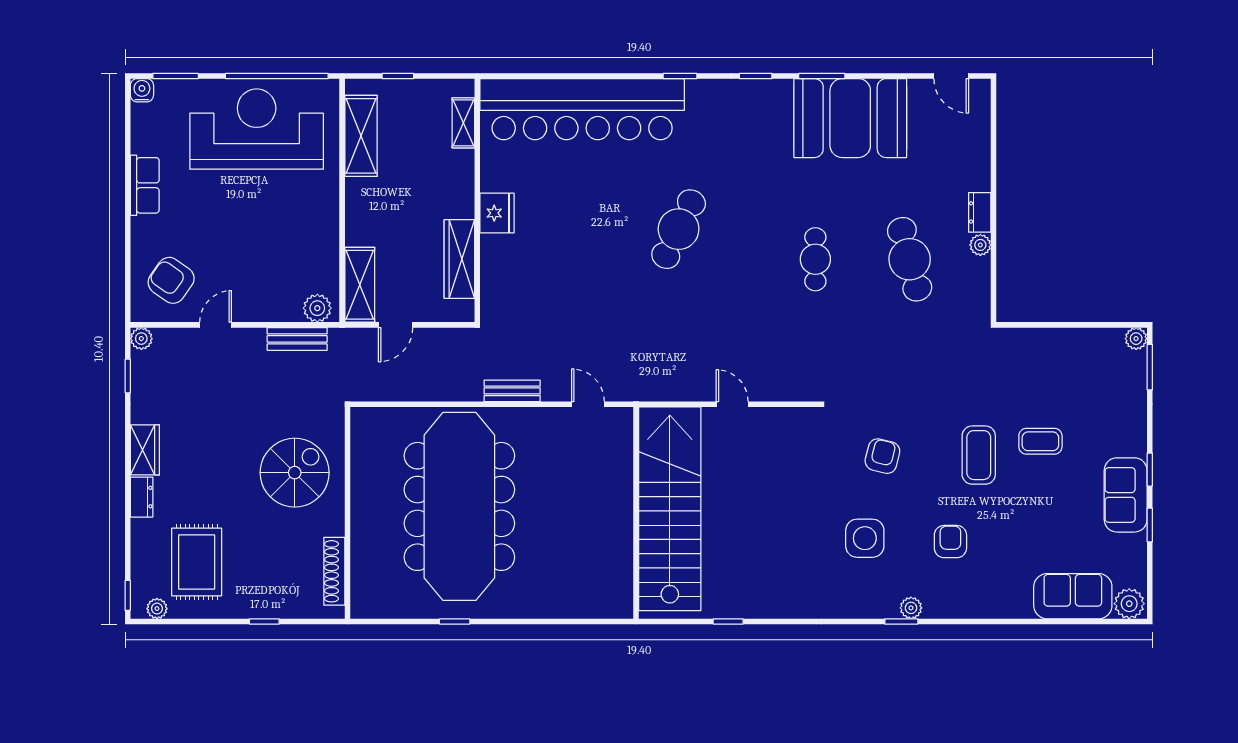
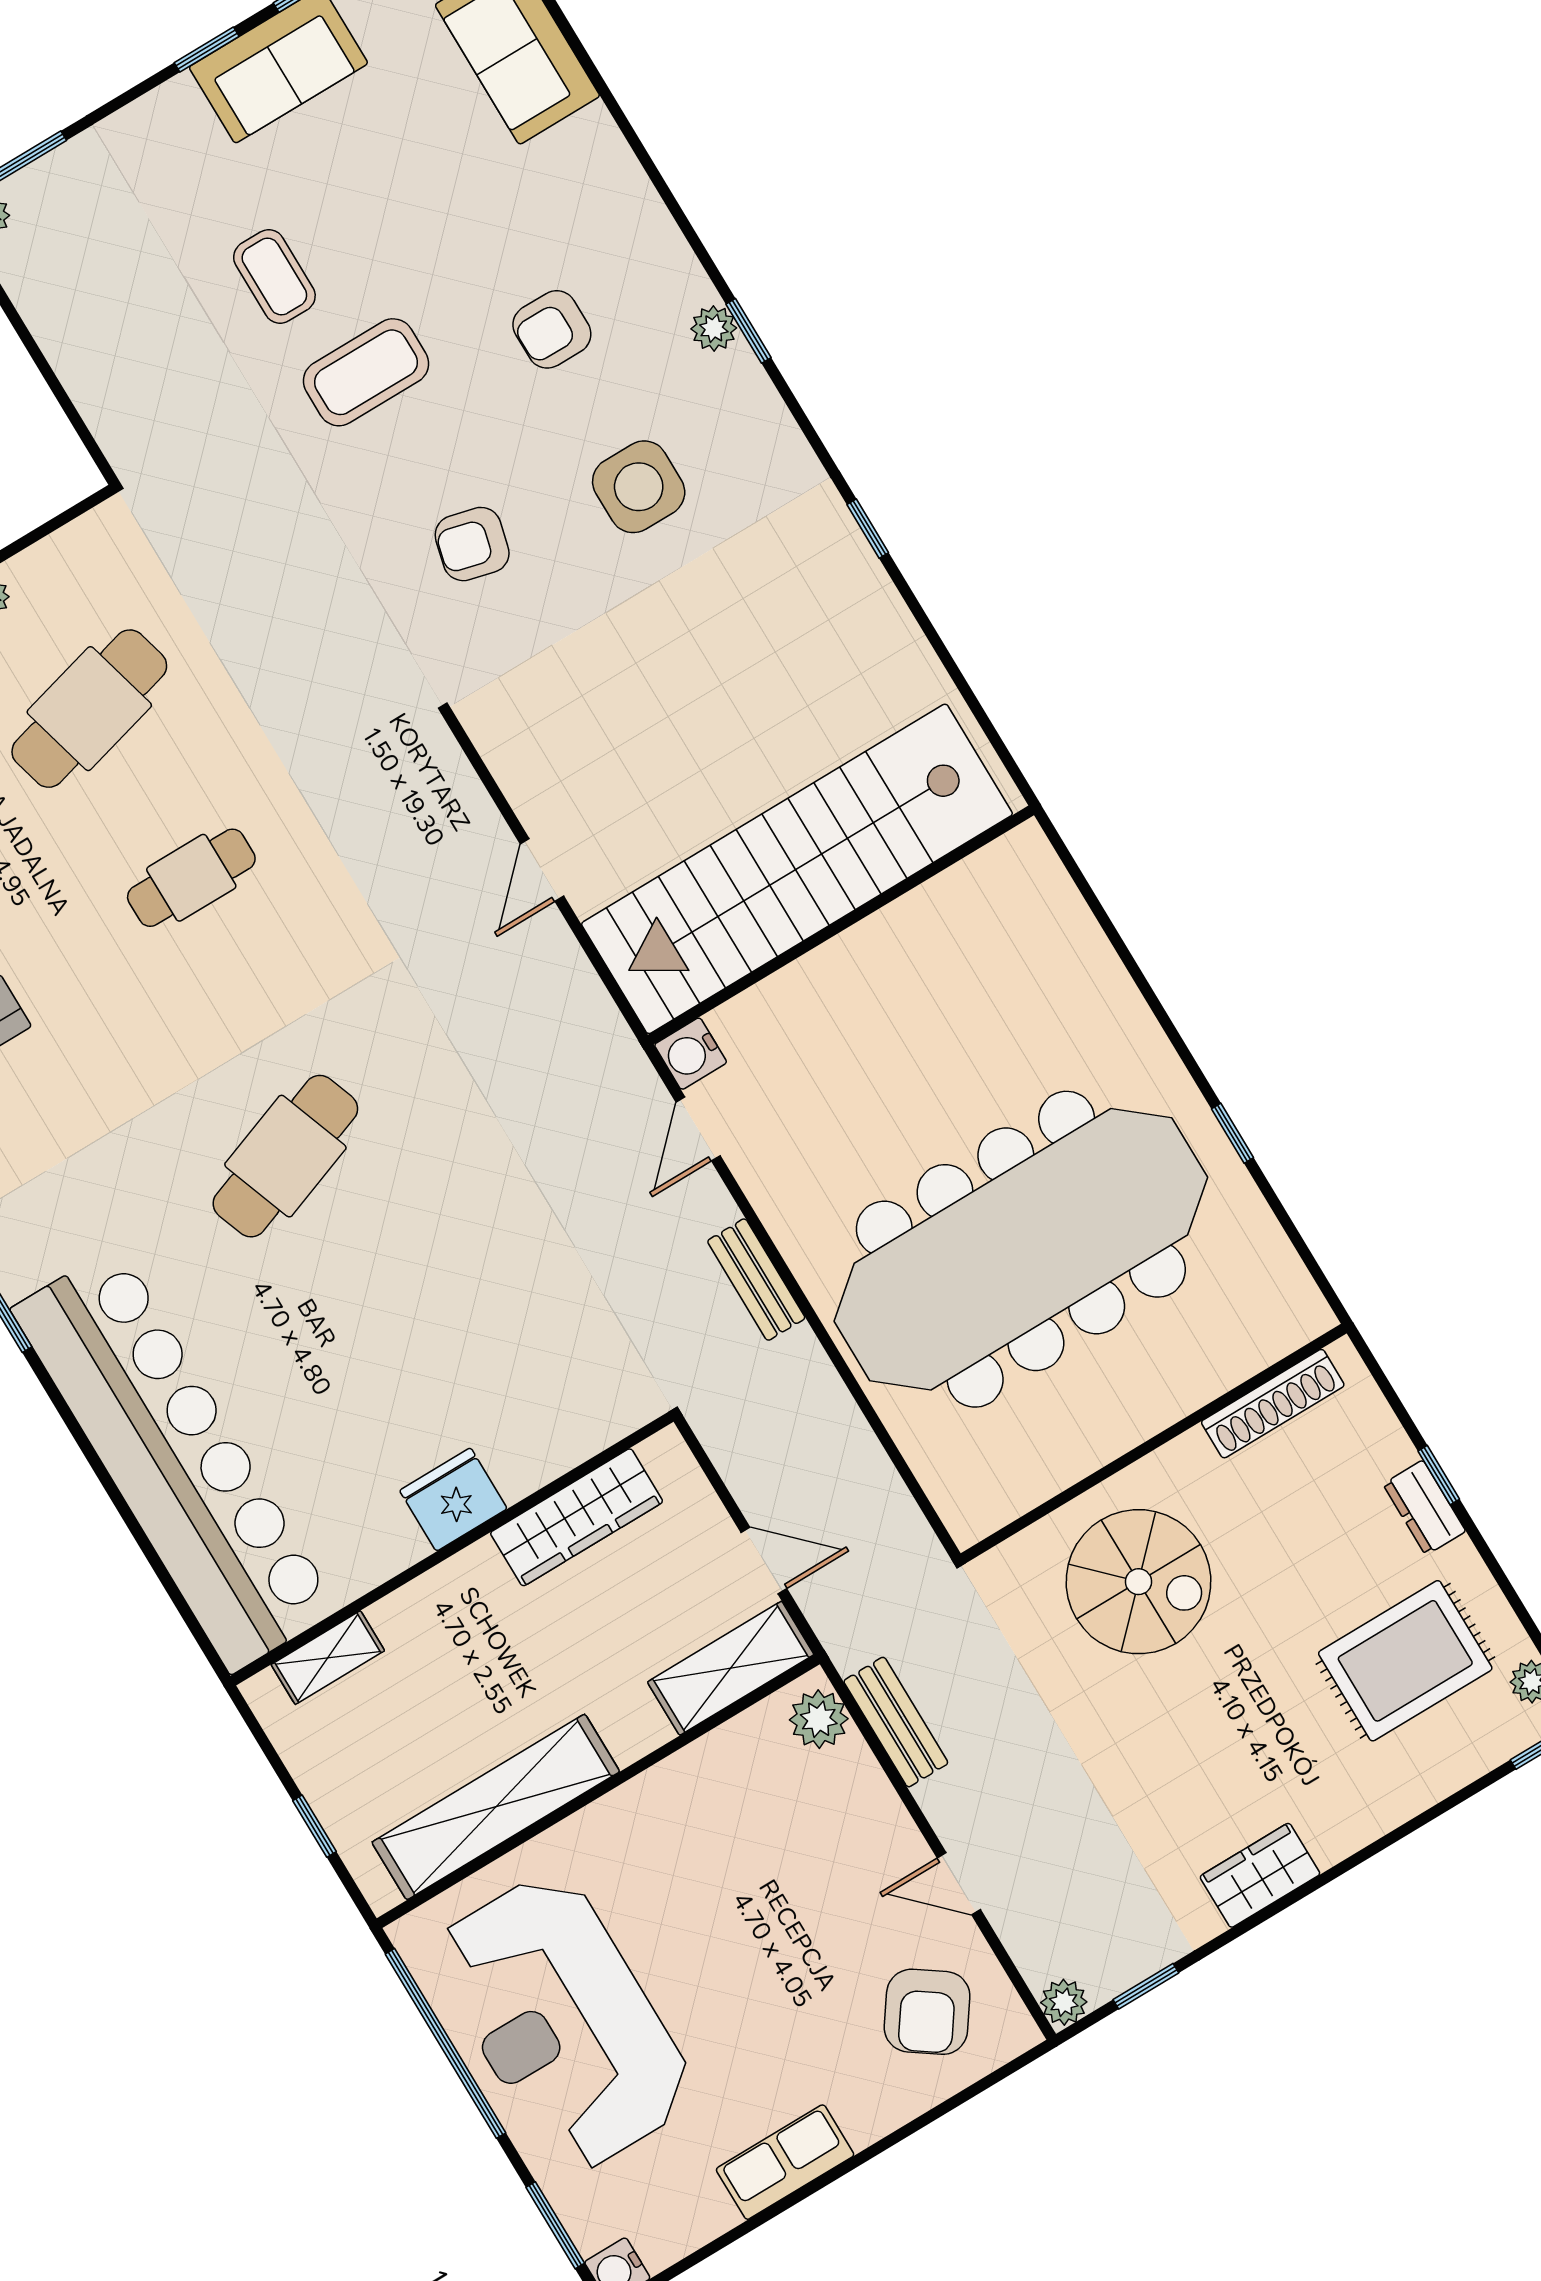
shelving: (361, 136) -> (496, 1807), width x1.47
cafe table: (679, 229) -> (285, 1156), turned -46
water cooler: (621, 420) -> (691, 1054), added
spiral stairs: (295, 473) -> (1139, 1582), turned 180
dresser: (142, 497) -> (1424, 1508), moved, turned -90
window: (728, 621) -> (868, 529), moved

